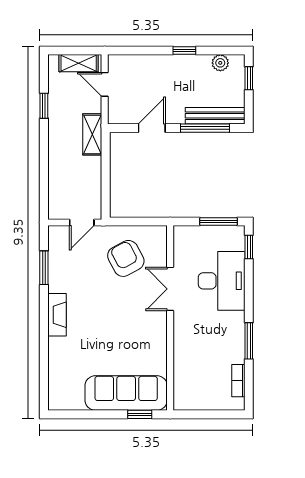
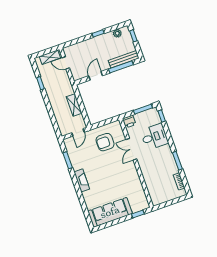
shelving: (92, 134) -> (74, 105), moved
printer: (184, 236) -> (129, 121), added
armchair: (126, 258) -> (105, 142), turned -62
desk: (222, 281) -> (154, 137), width x0.73
sofa: (126, 393) -> (110, 212), moved

